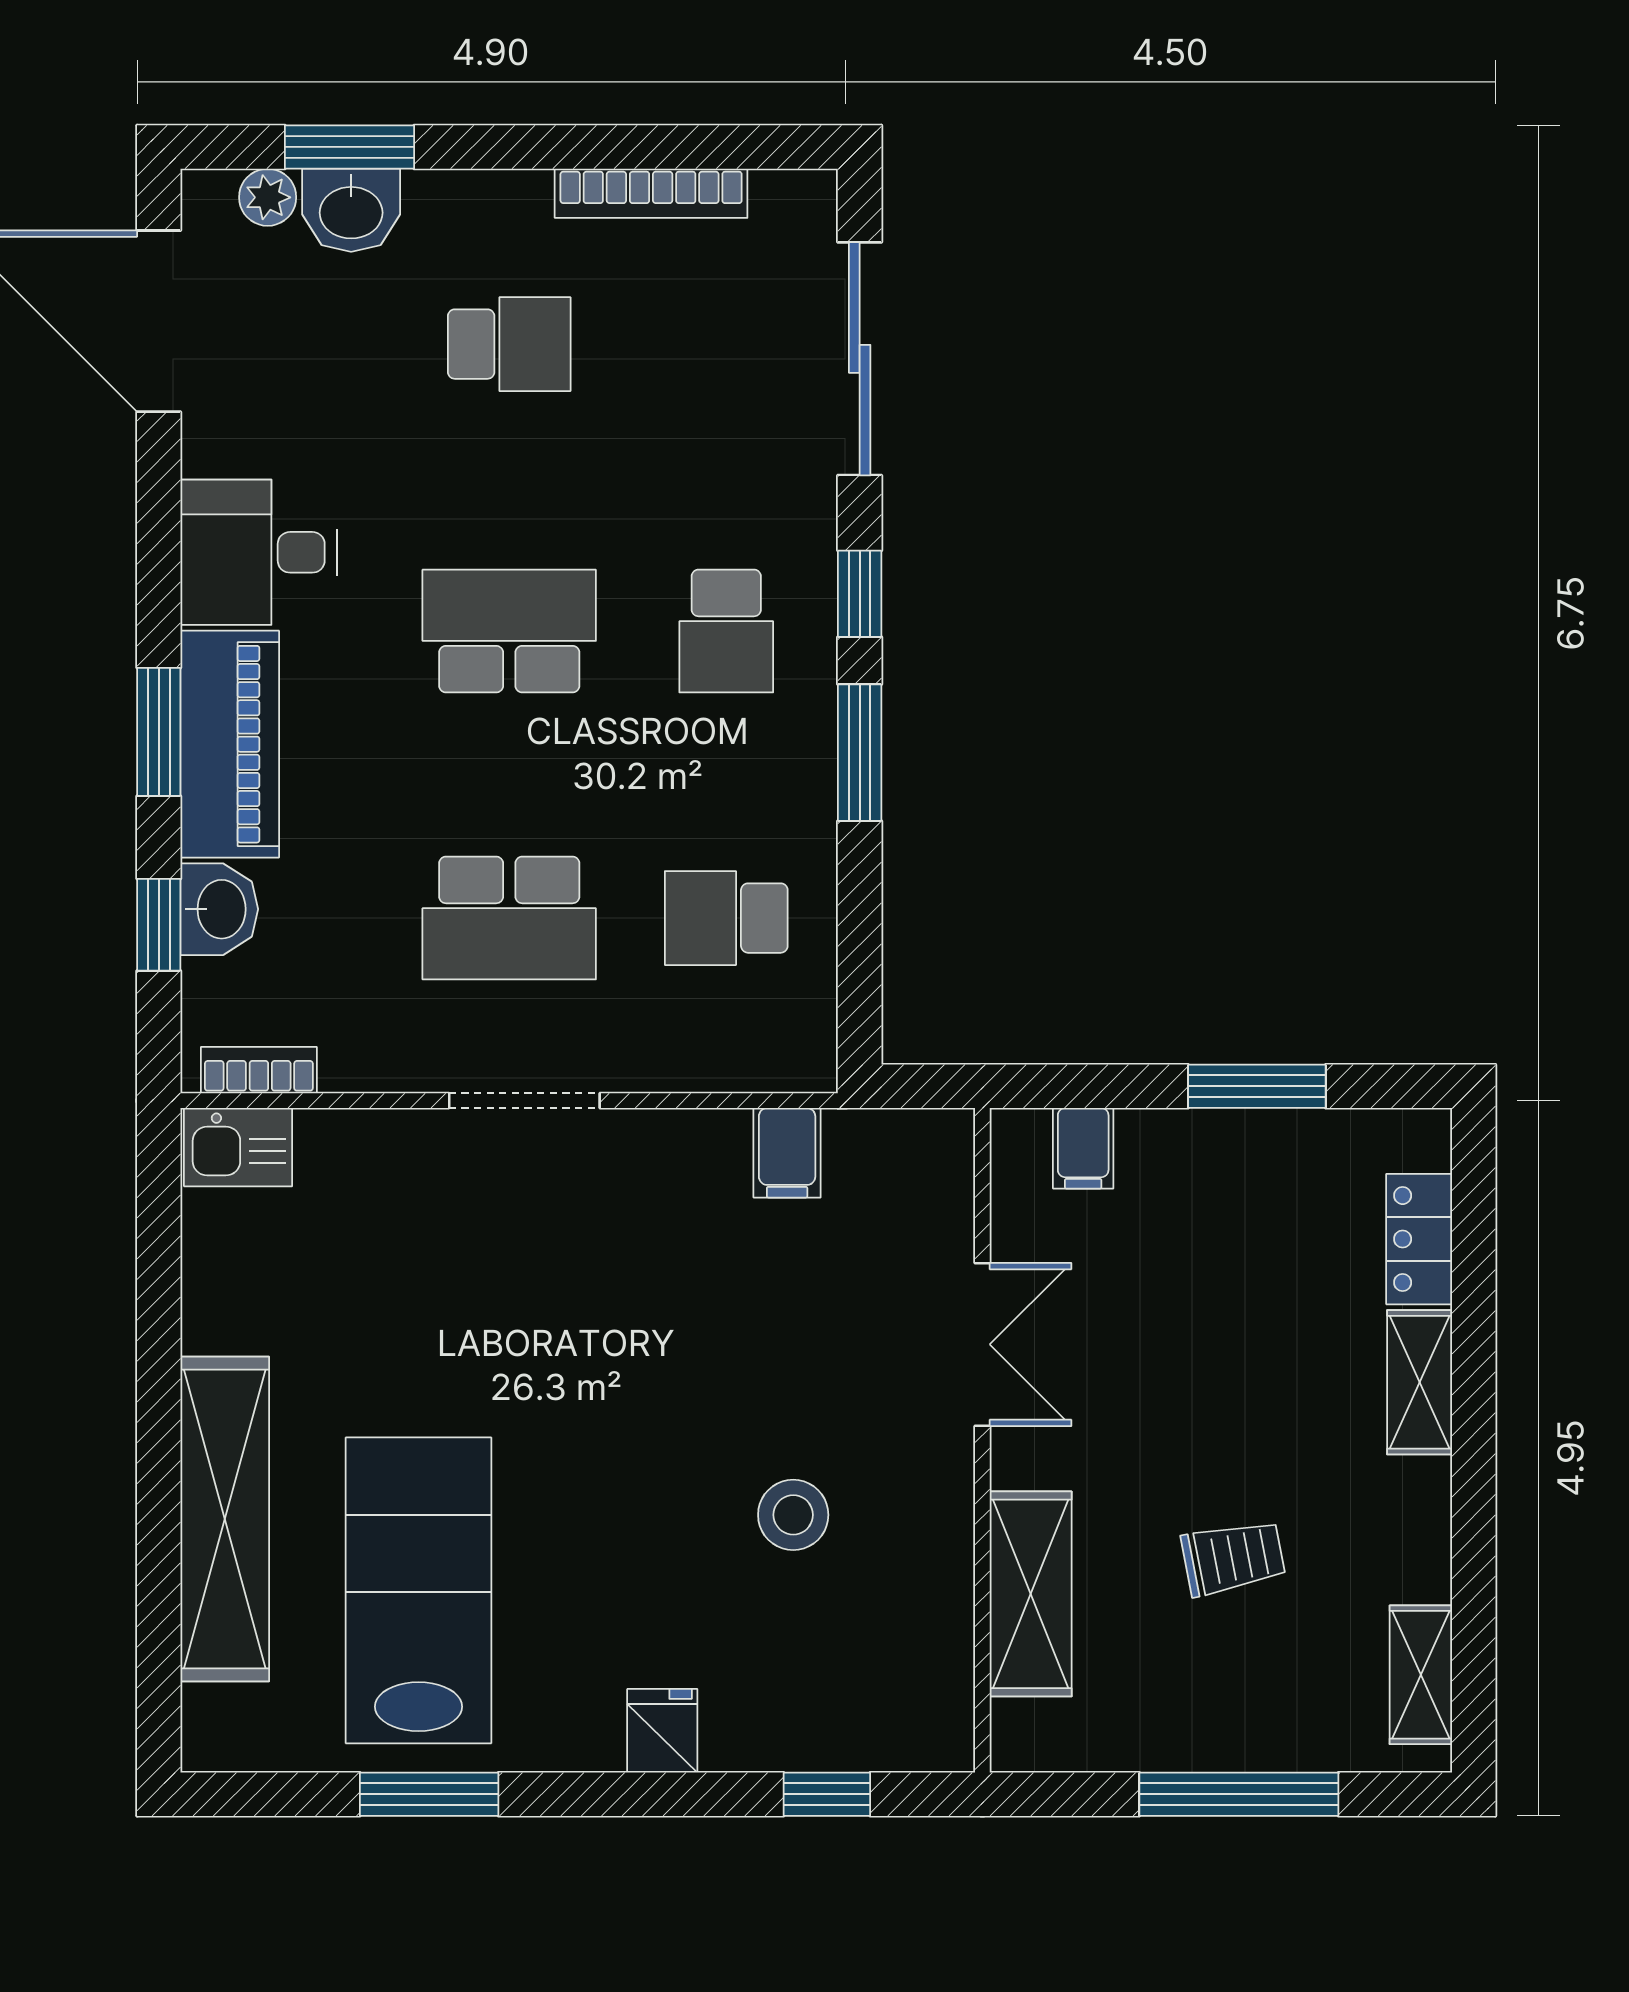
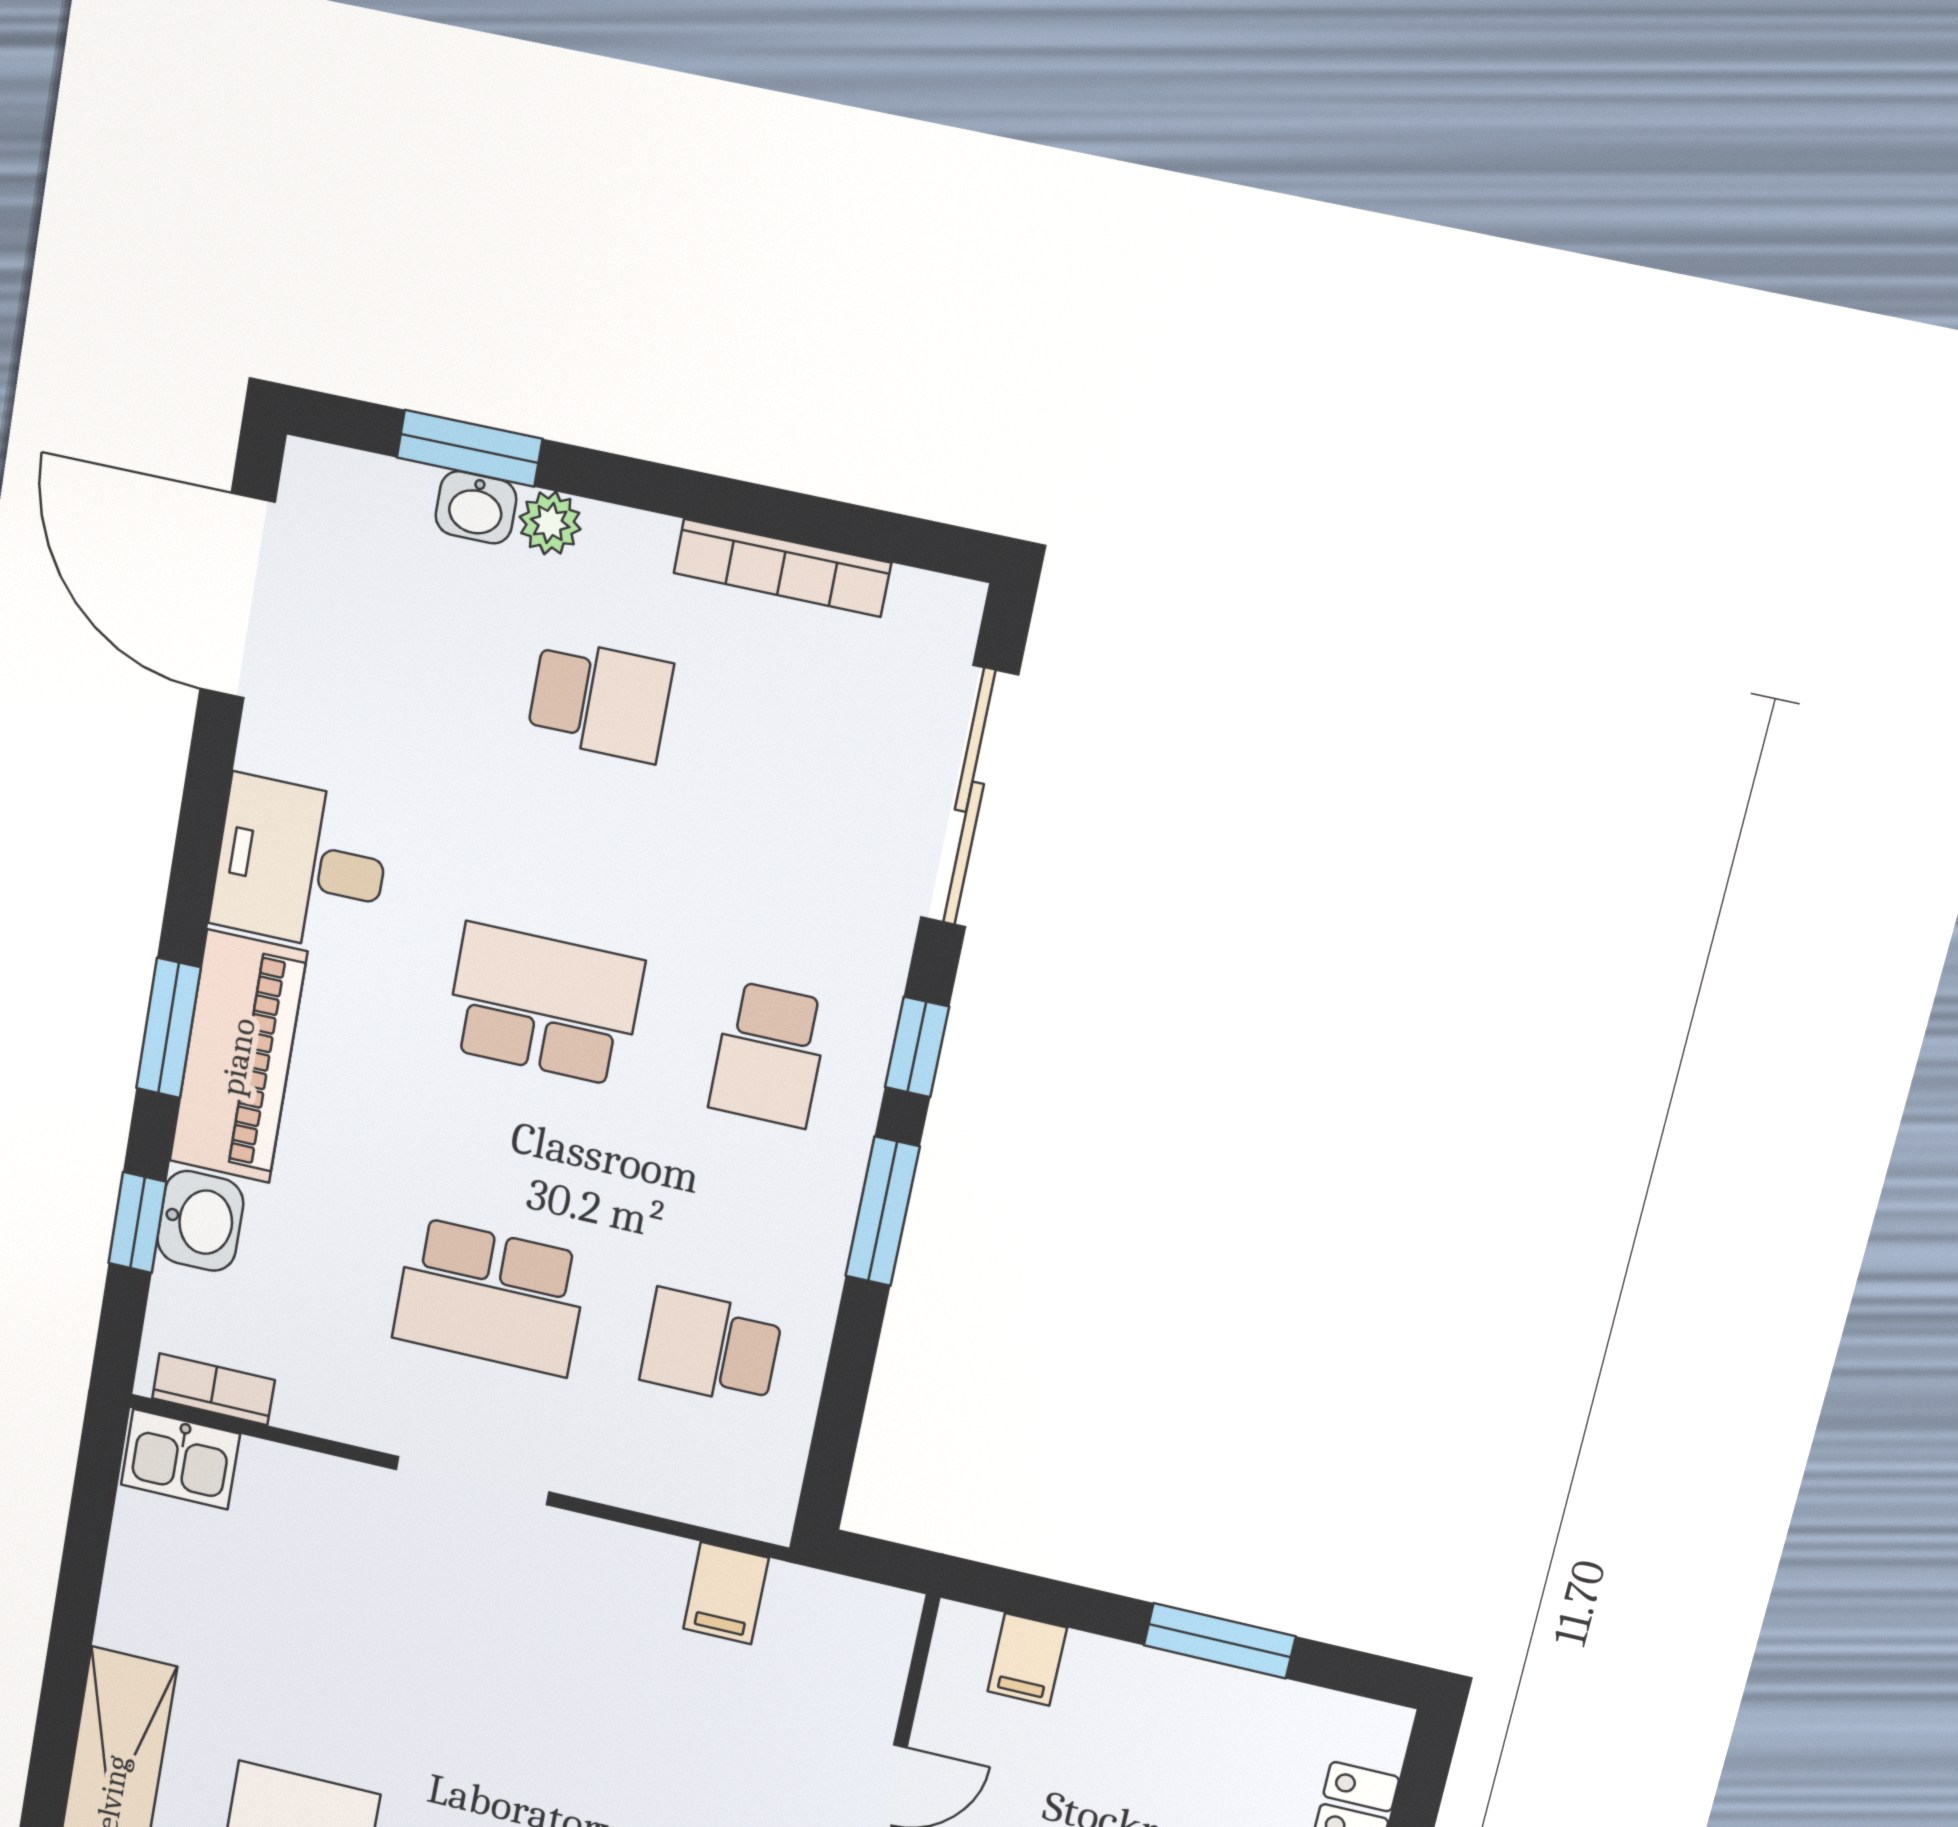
plant: (268, 197) -> (550, 523), moved
washbasin: (351, 210) -> (476, 507), width x0.72, depth x0.69

